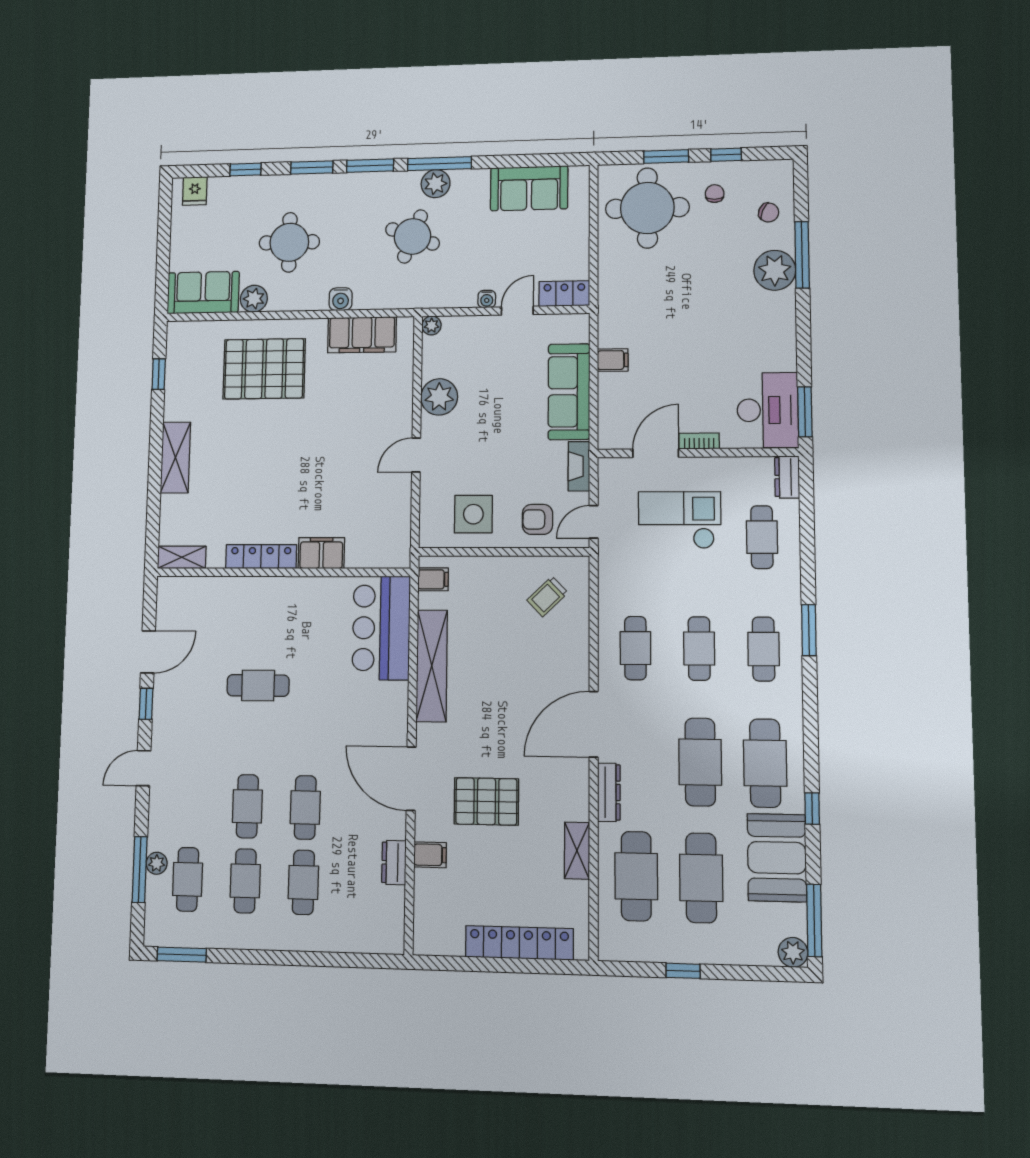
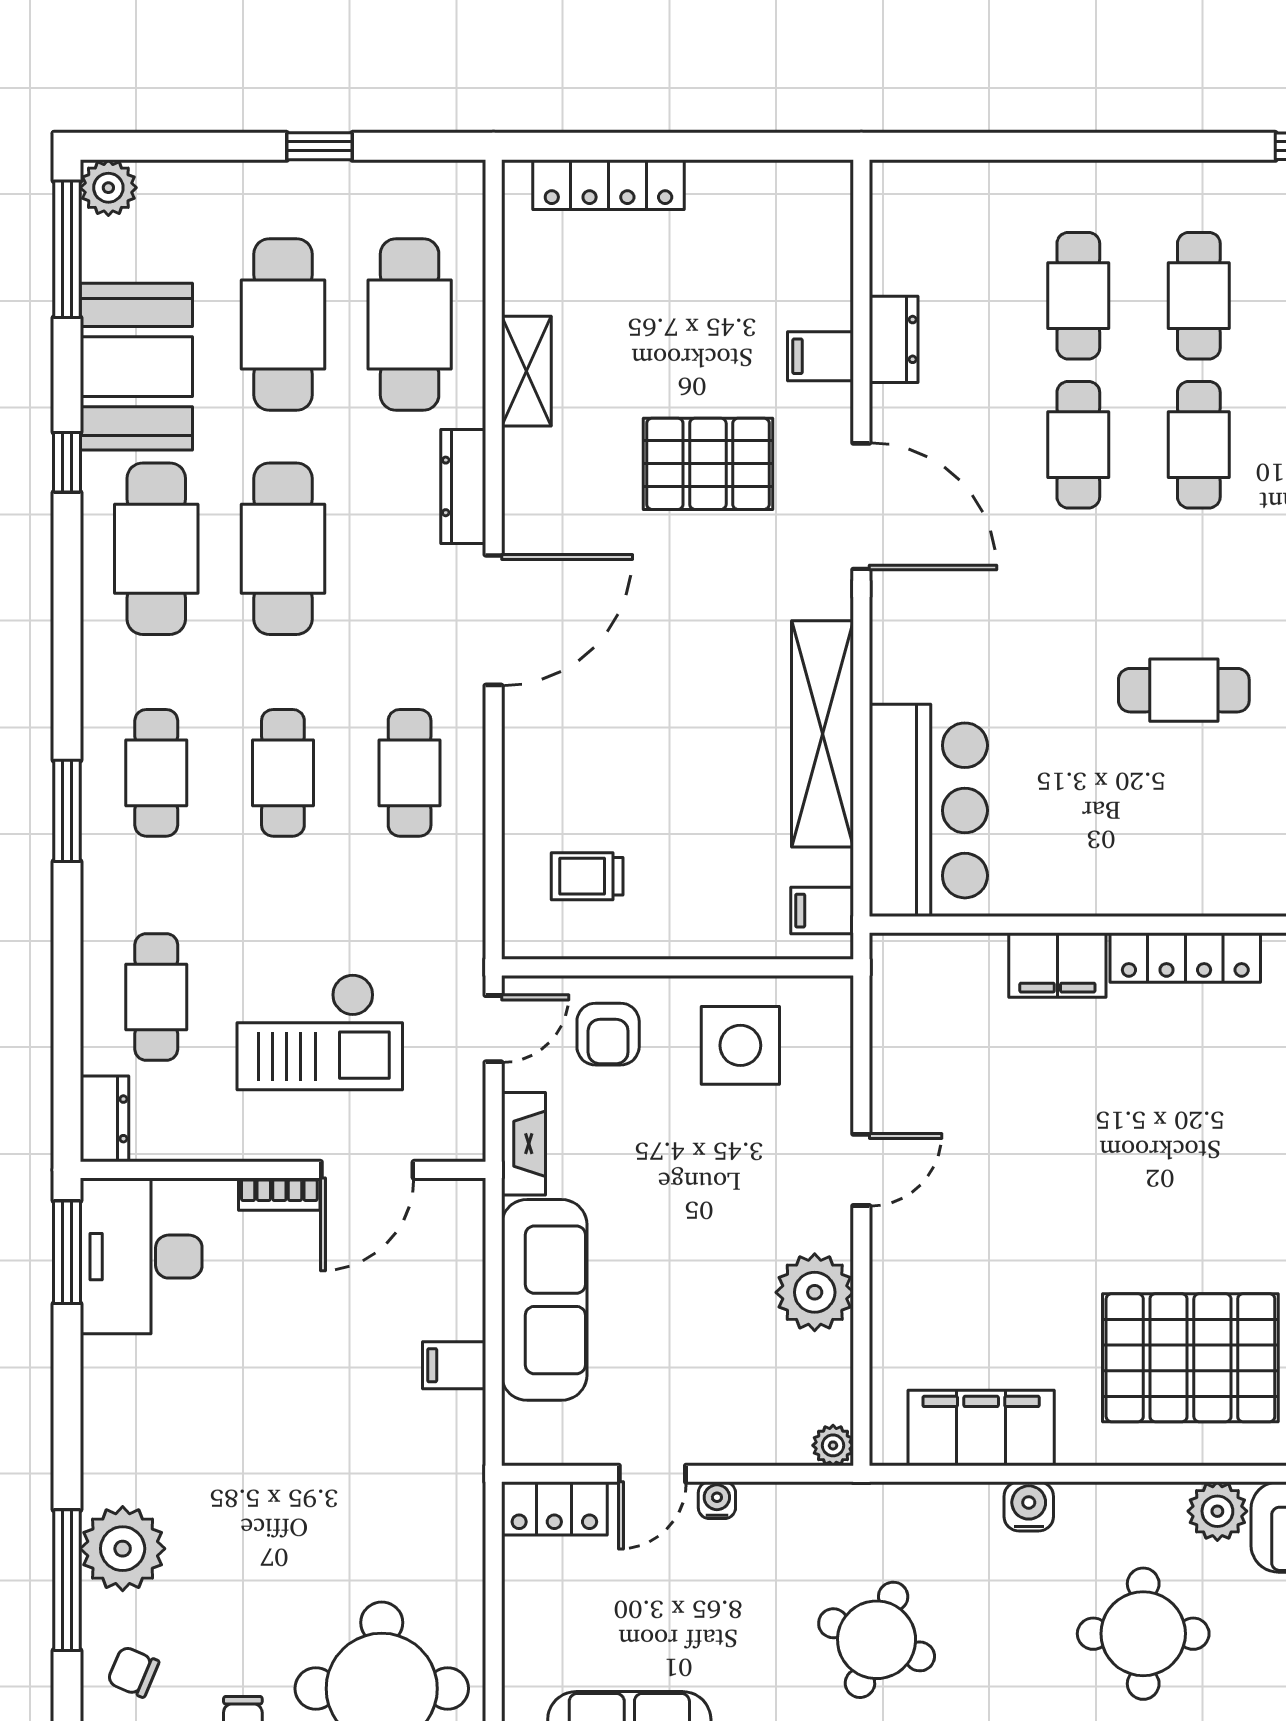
armchair: (537, 519) -> (608, 1034), turned 90
trolley: (547, 596) -> (587, 876), turned -136
locker: (519, 943) -> (608, 185), width x0.71, depth x0.83

